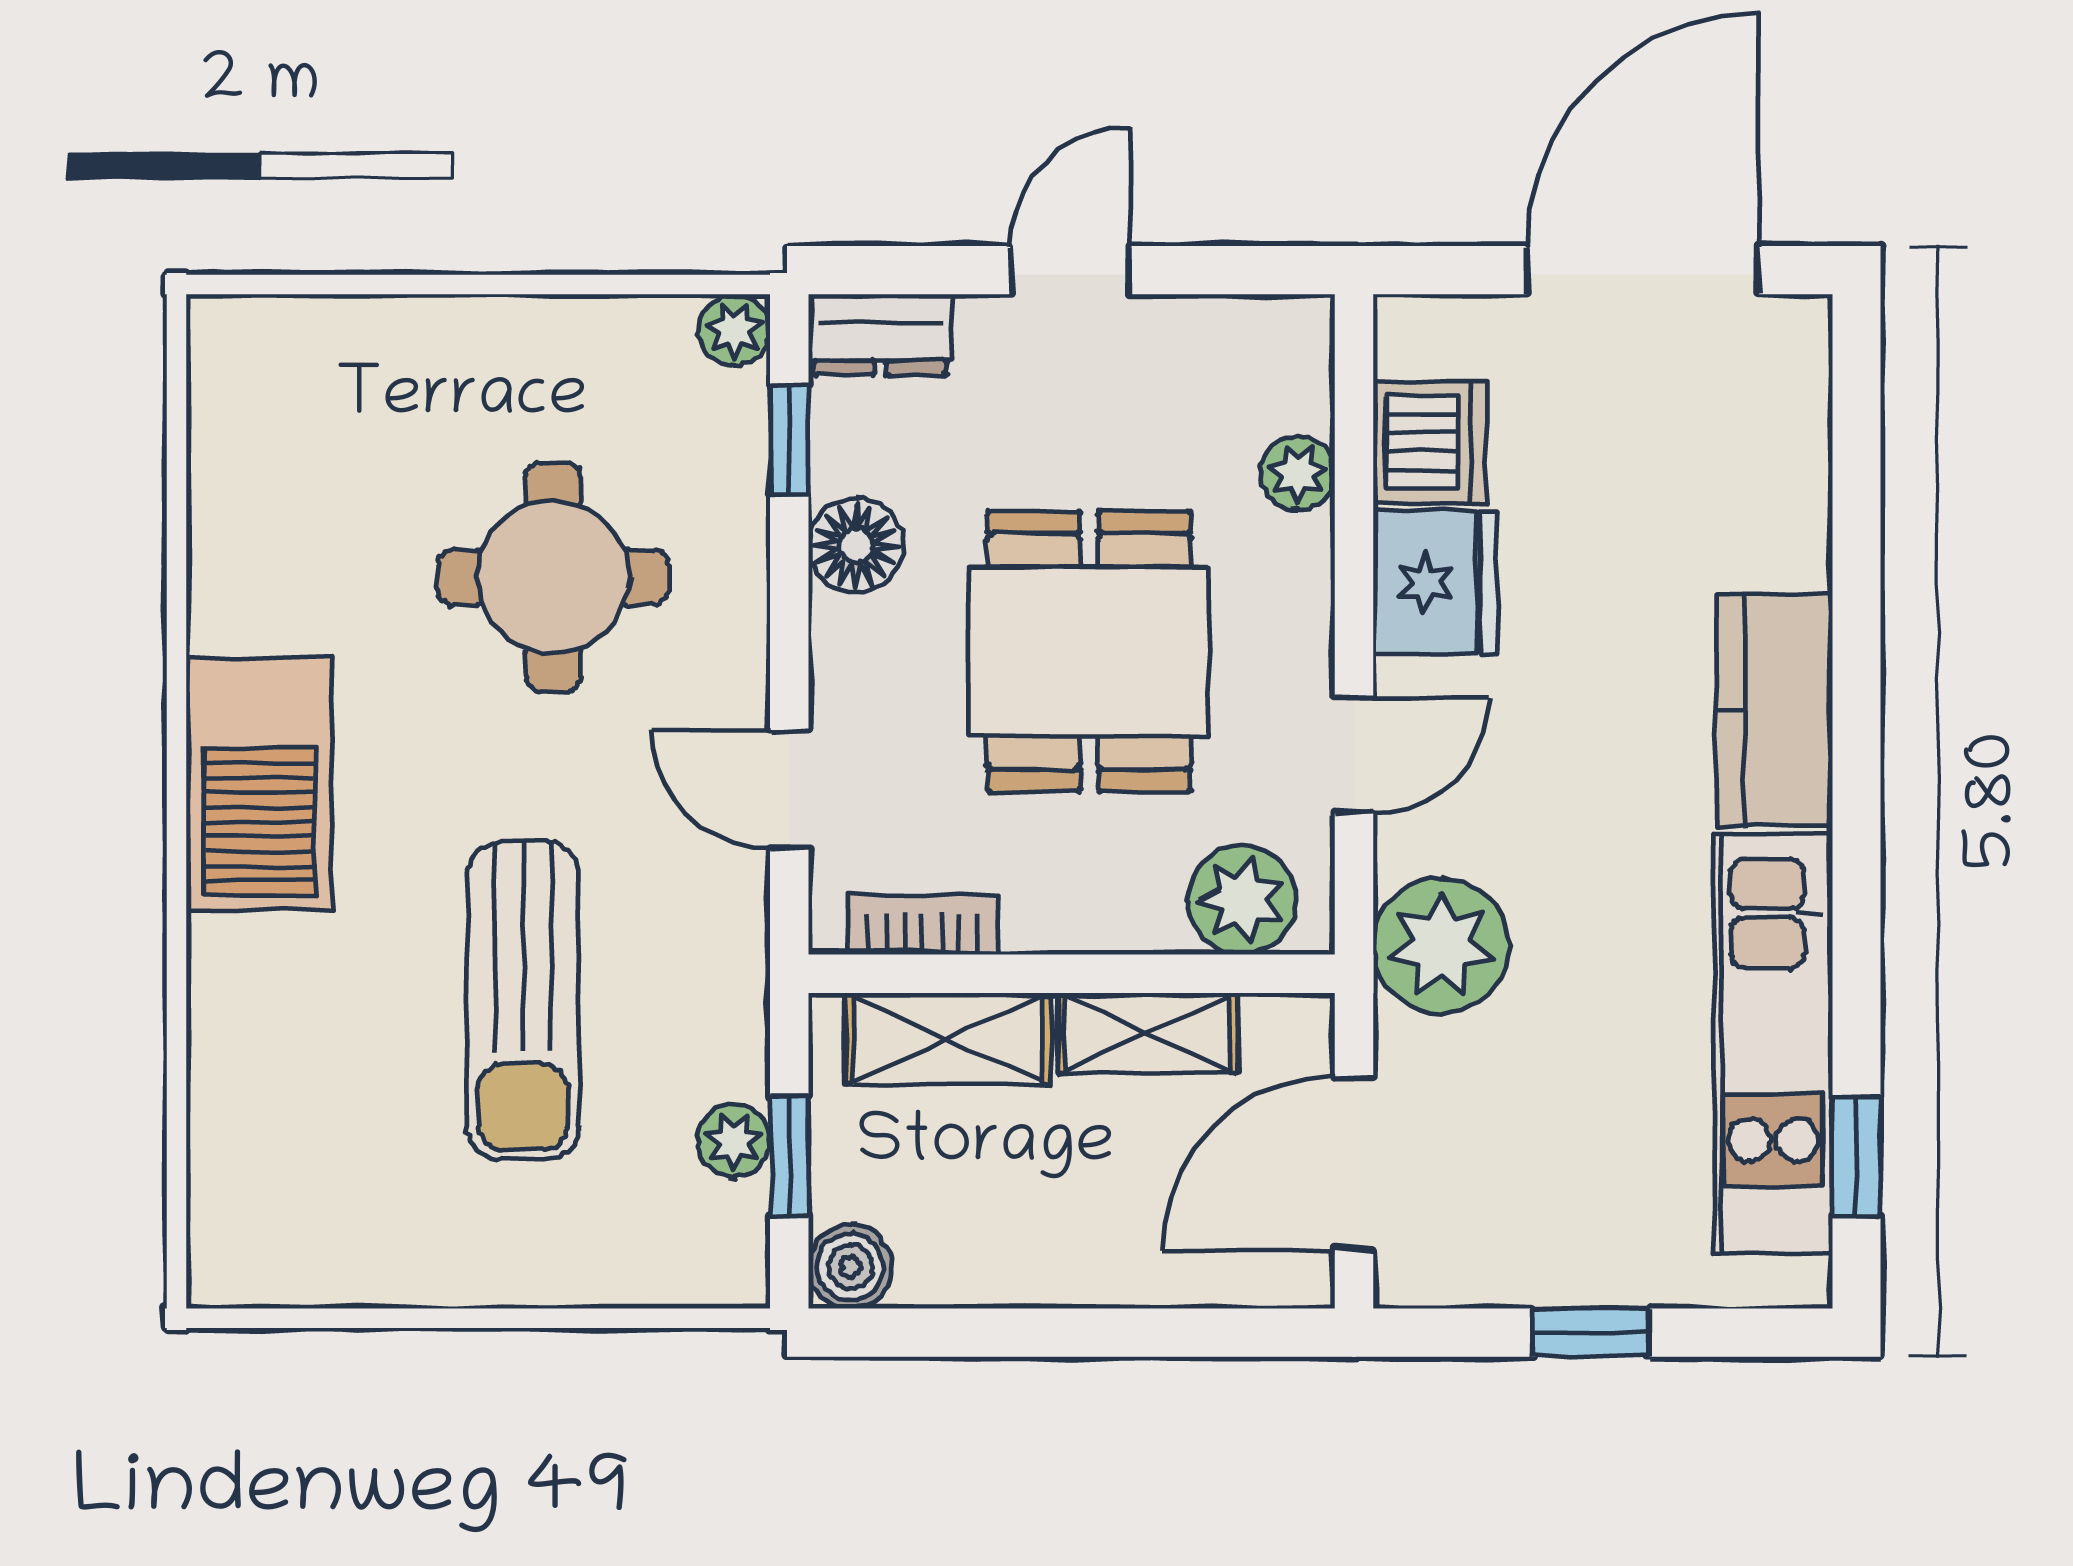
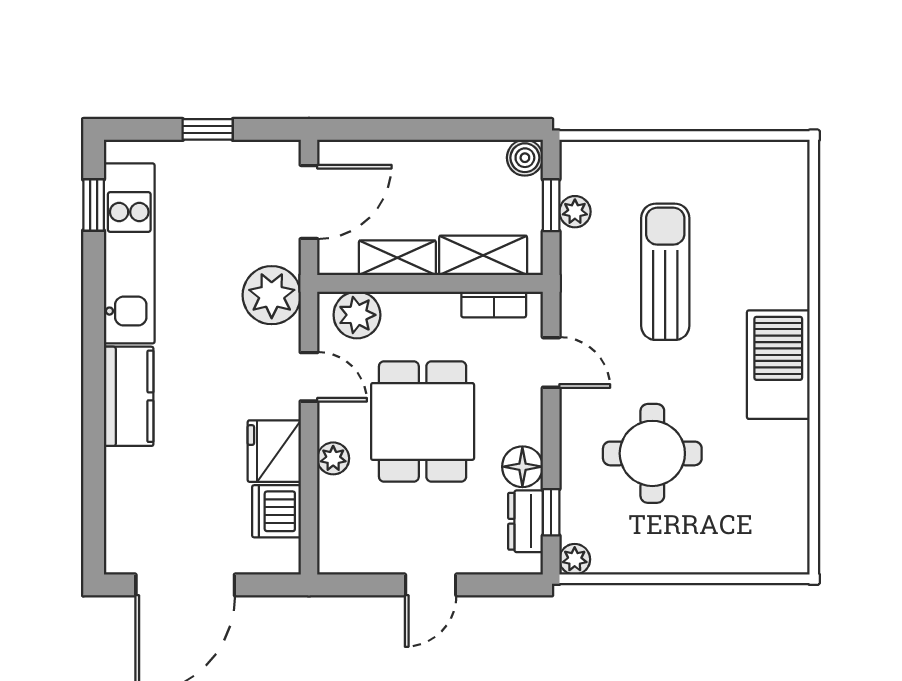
dresser: (880, 335) -> (526, 521), moved, turned -90
plant: (1298, 473) -> (333, 458), moved
door: (1354, 756) -> (309, 377), swing flipped

